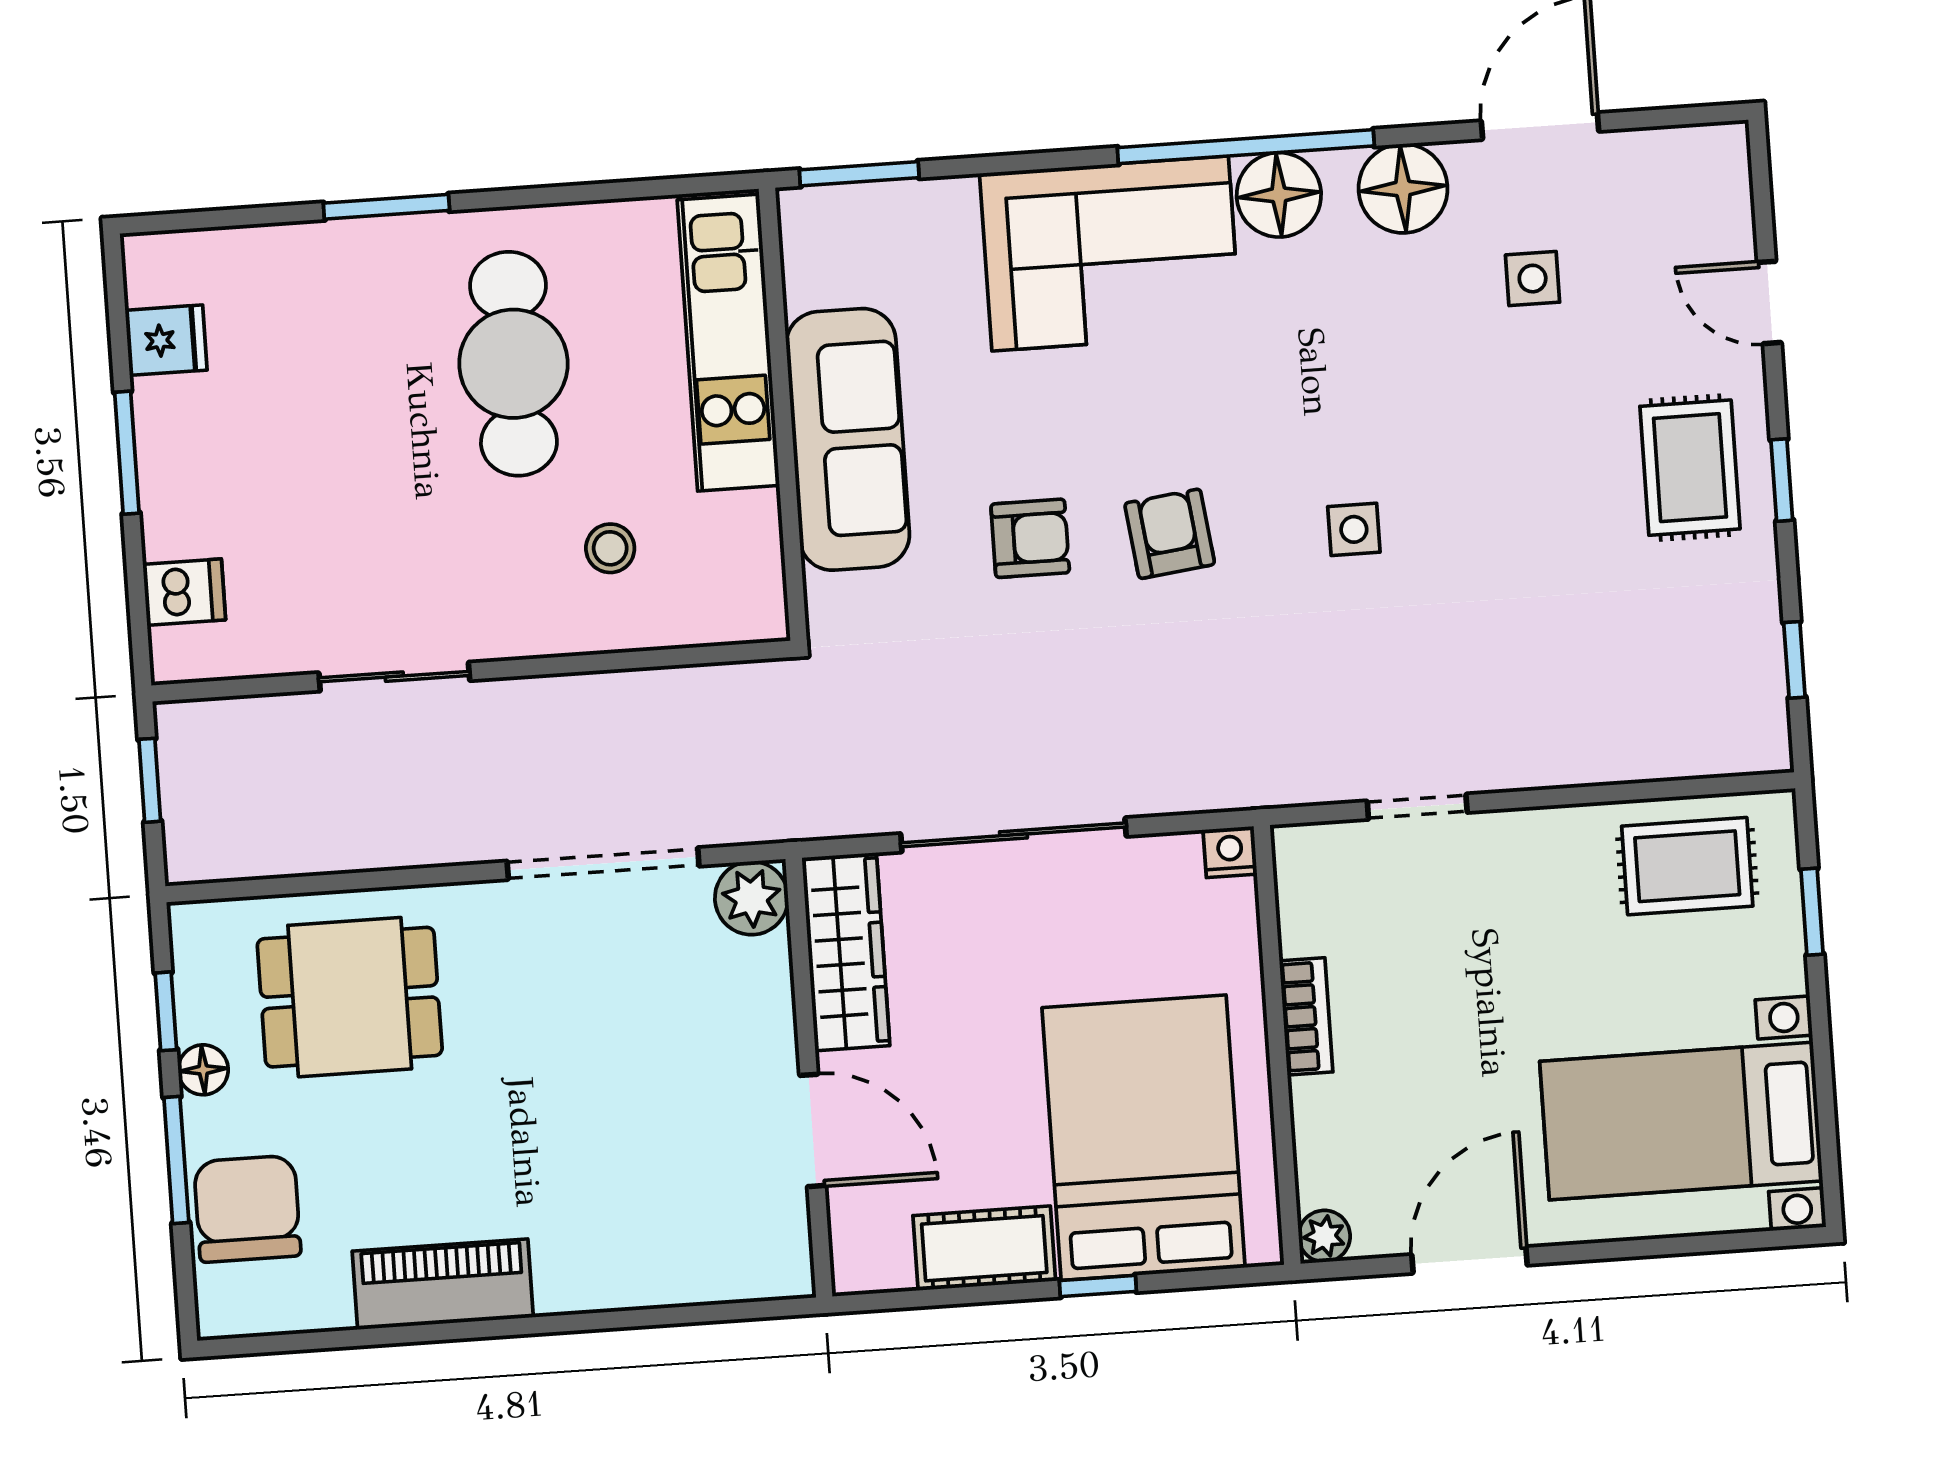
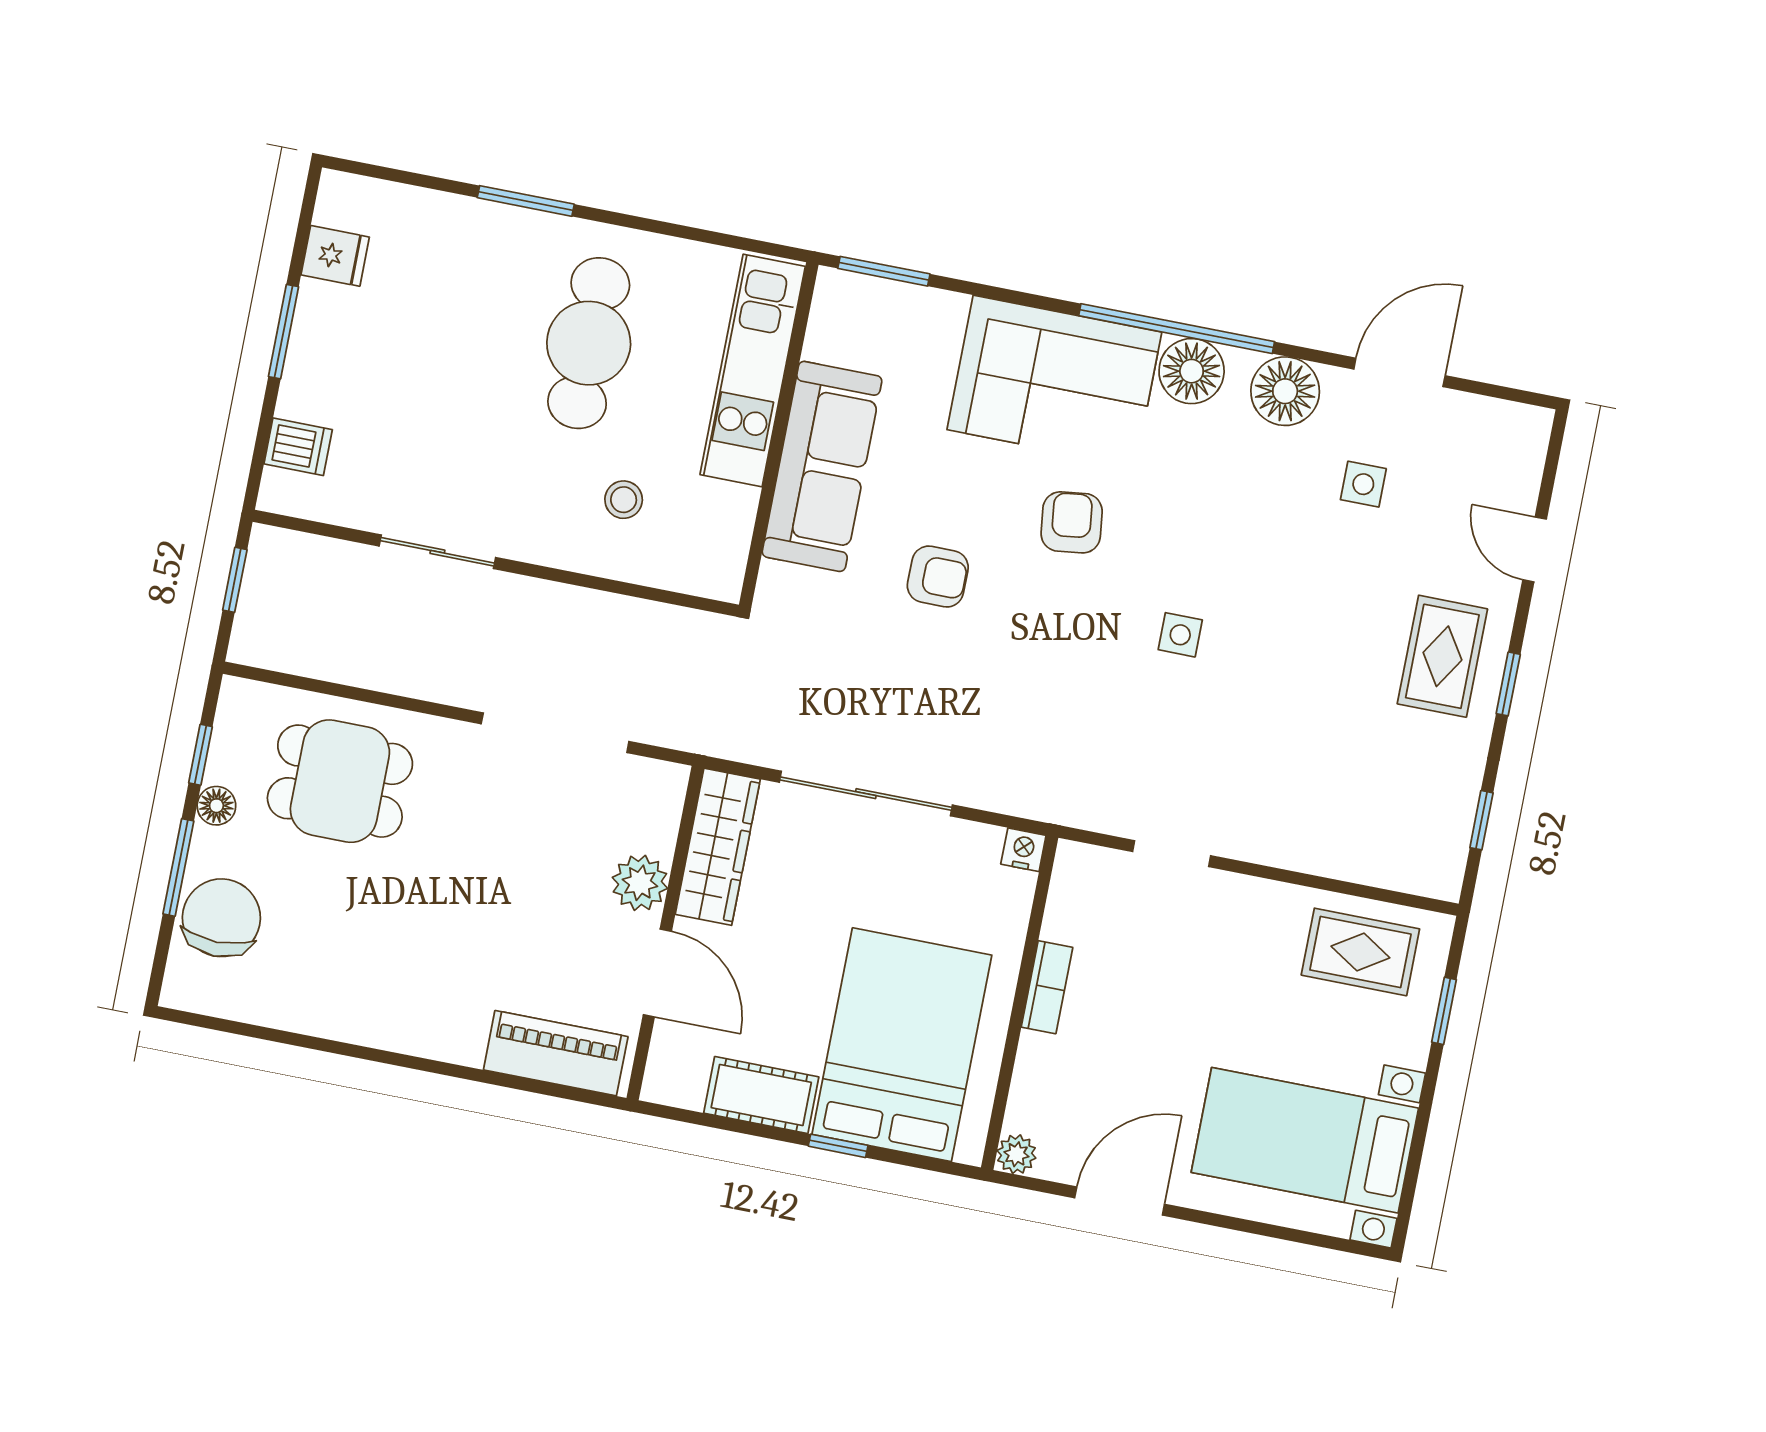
armchair: (1170, 534) -> (1072, 522), moved
plant: (752, 898) -> (640, 883), moved
piano: (443, 1284) -> (556, 1053), moved

